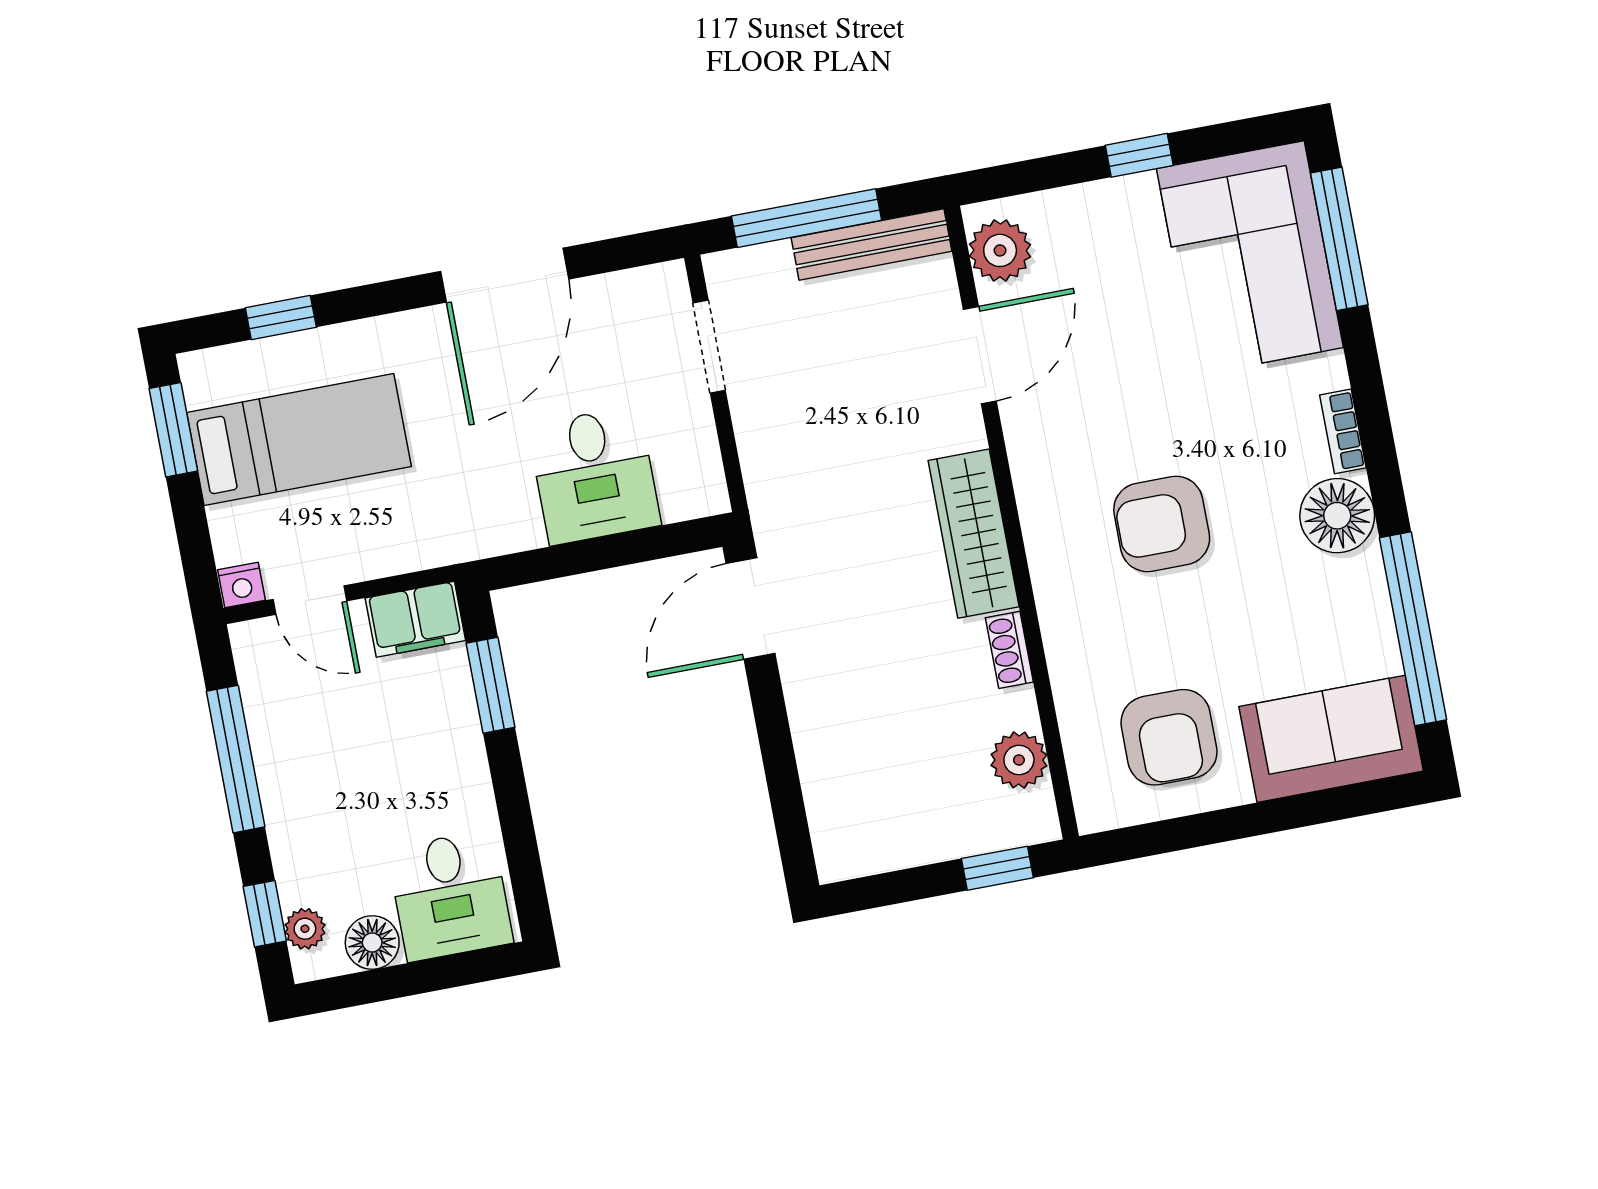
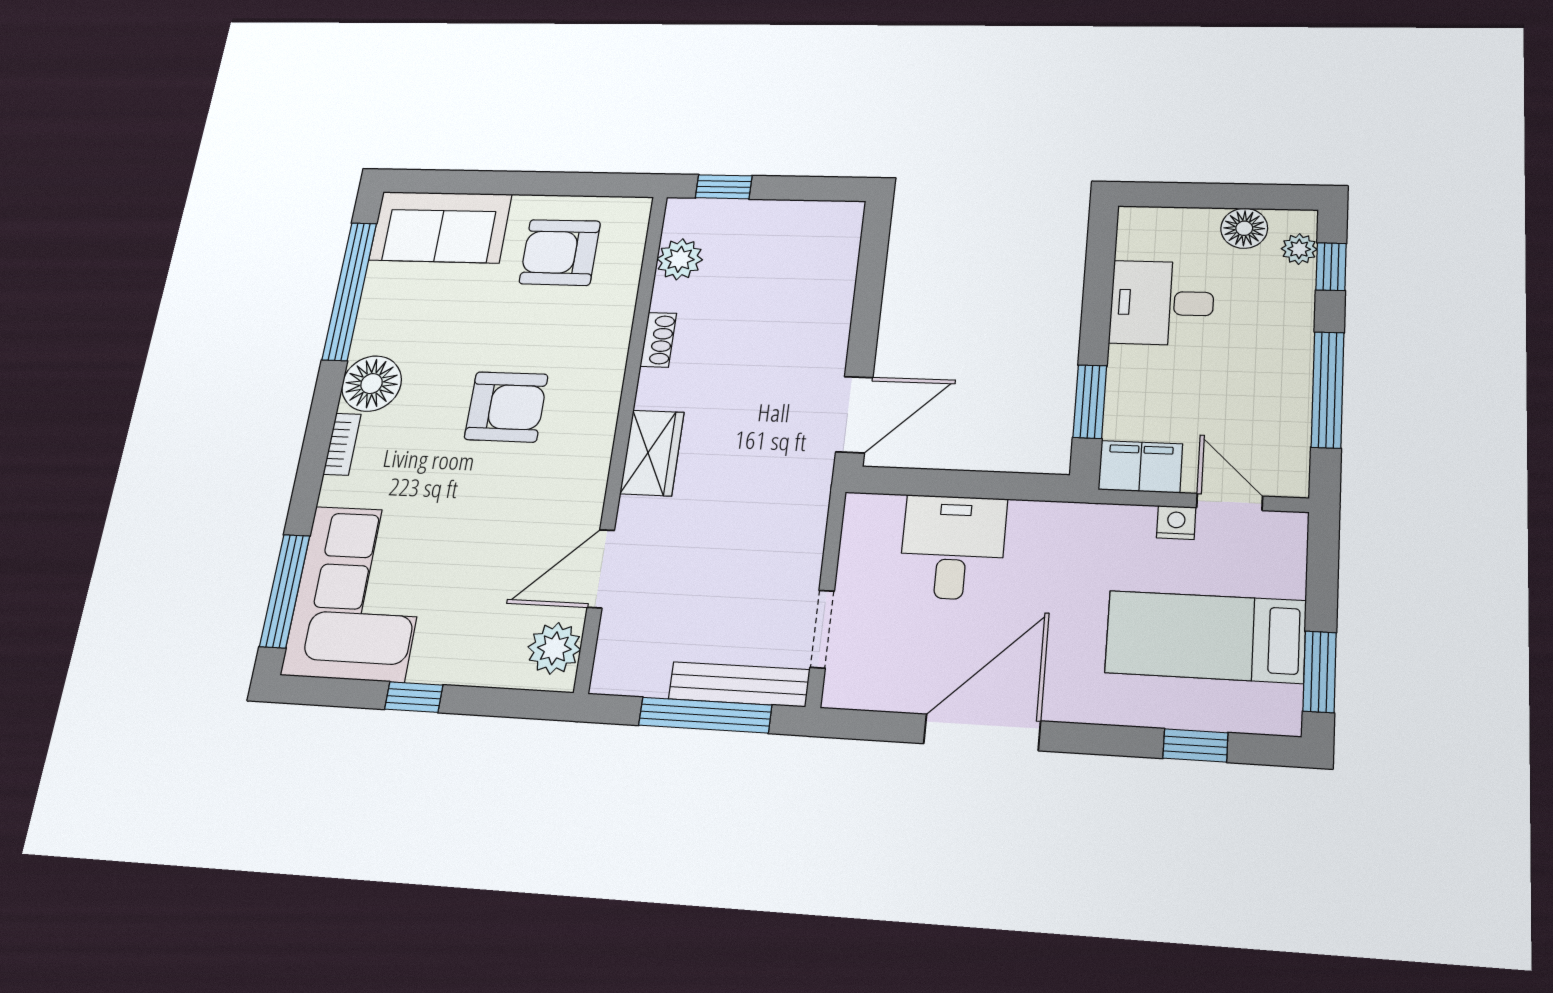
bench: (872, 244) -> (739, 684), moved
wardrobe: (974, 534) -> (652, 453), width x0.67
nightstand: (242, 585) -> (1176, 522), moved
armchair: (1169, 737) -> (560, 252), turned -90
desk: (450, 896) -> (1162, 303), moved, turned -90

